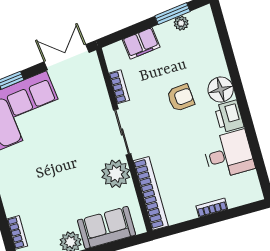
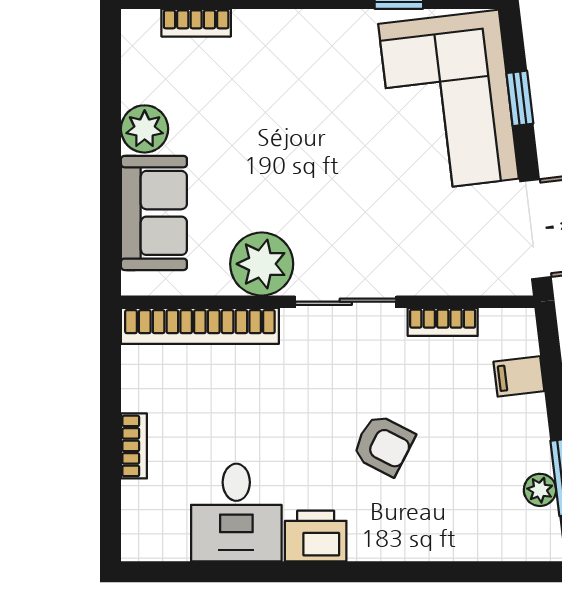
filing cabinet: (141, 43) -> (519, 376), width x0.50
floor lamp: (221, 90) -> (377, 534), removed
armchair: (181, 98) -> (383, 445), turned -58

